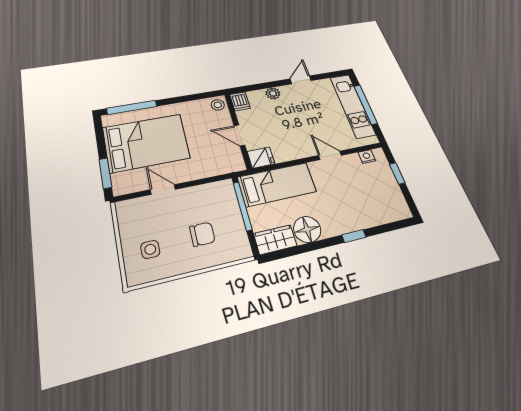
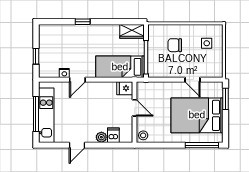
dishwasher: (240, 101) -> (113, 135), moved
door: (330, 155) -> (77, 80), hinge flipped
nightstand: (367, 157) -> (64, 73), moved
floor lamp: (307, 229) -> (110, 33), removed

